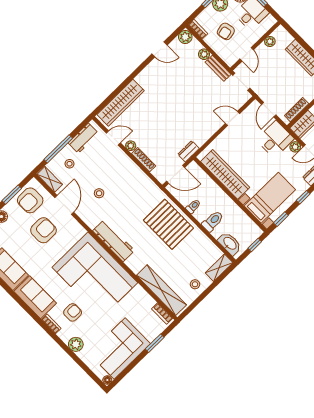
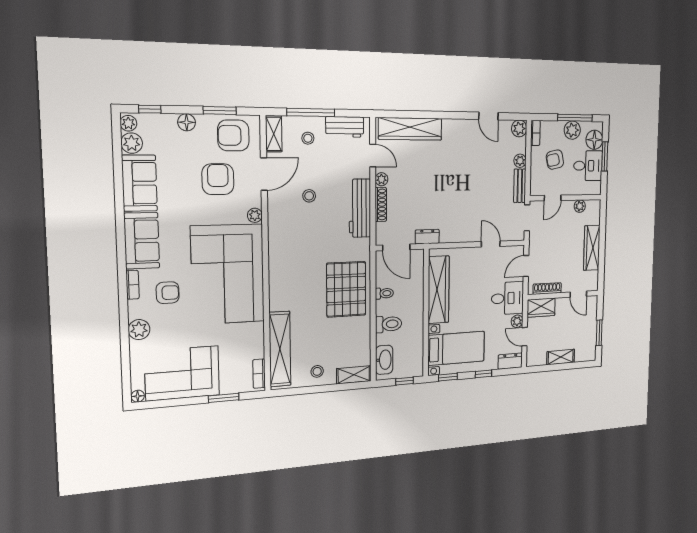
armchair: (43, 230) -> (218, 179), turned -90
plant: (80, 231) -> (255, 215), added
workbench: (114, 241) -> (360, 208), moved, turned 180

